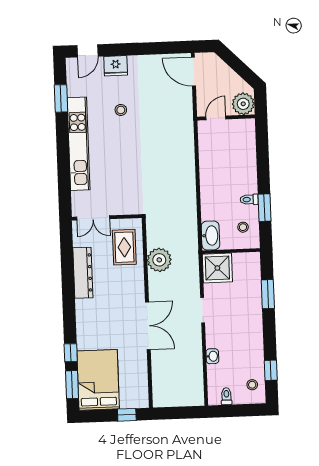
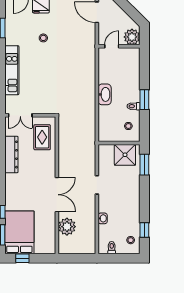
kitchen unit: (78, 144) -> (12, 70), width x0.73
window: (265, 208) -> (144, 100), moved
washbasin: (210, 236) -> (105, 94), moved
plant: (159, 260) -> (67, 227), moved
shower: (217, 268) -> (125, 155), moved
window: (268, 294) -> (144, 165), moved
window: (127, 415) -> (22, 258), moved

